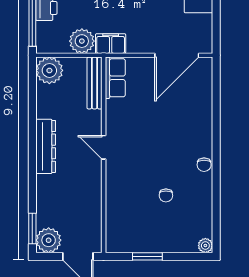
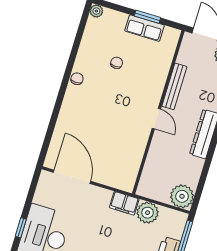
door: (177, 55) -> (72, 177), hinge flipped
row of seats: (115, 78) -> (145, 28), moved, turned -90
bench: (94, 83) -> (174, 86), moved

